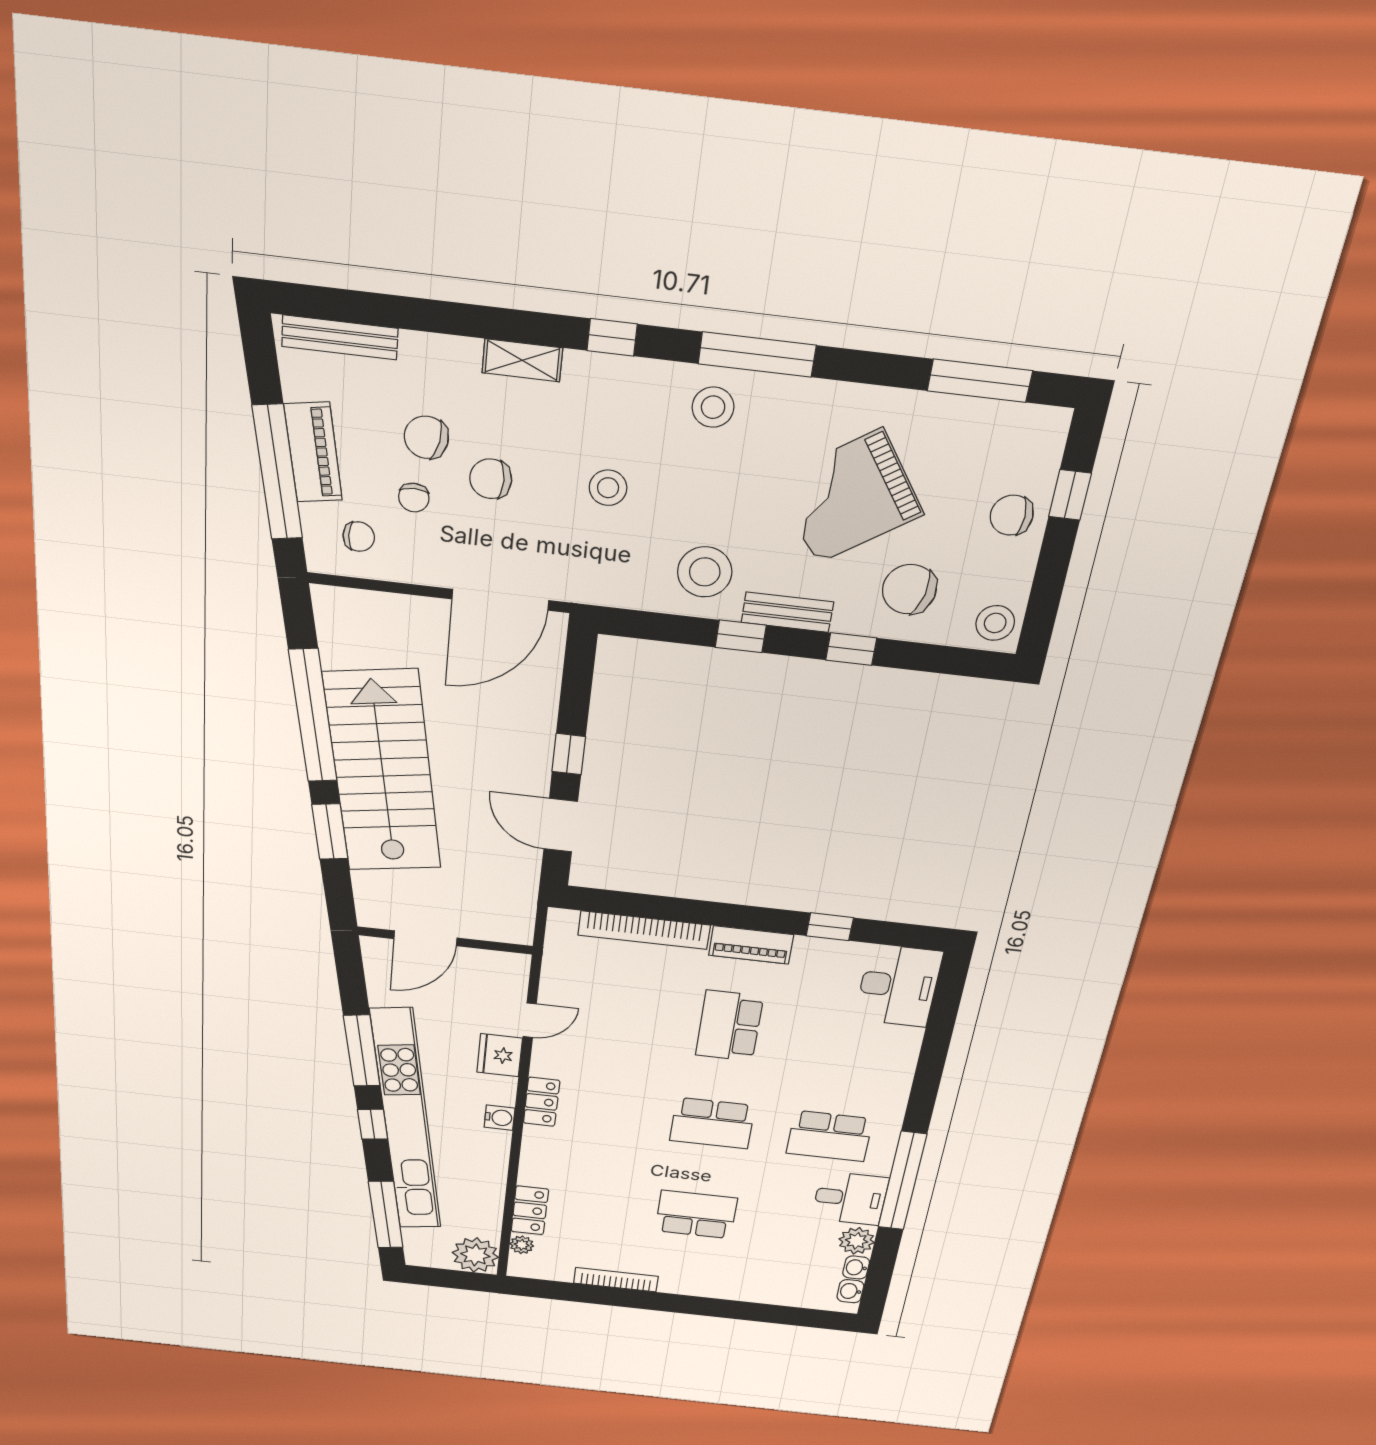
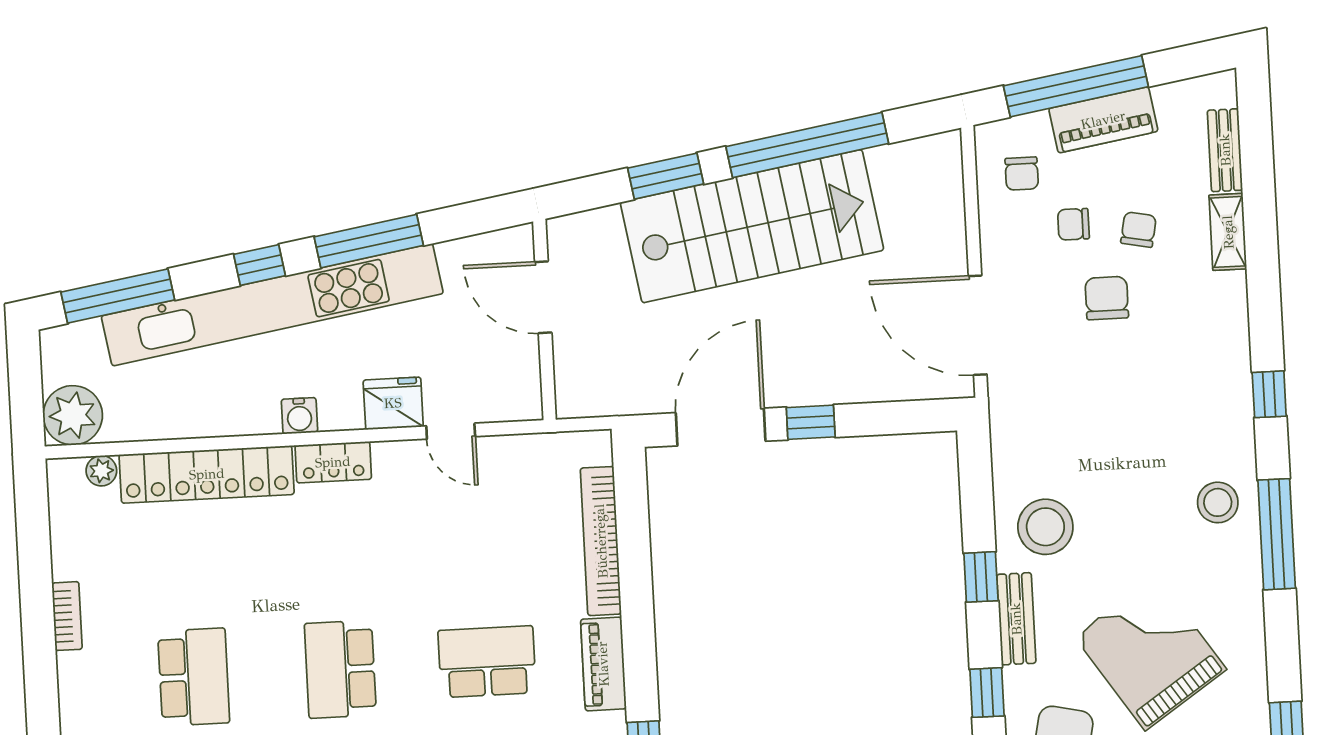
bench: (340, 337) -> (1225, 150), width x0.73
shelving: (522, 360) -> (1228, 232), moved
chair: (426, 437) -> (1139, 230), width x0.73, depth x0.73
stool: (608, 488) -> (1118, 415), removed
door: (561, 825) -> (721, 427), width x1.36
locker: (530, 1210) -> (207, 474), width x2.16, depth x1.21
bookcase: (616, 1280) -> (67, 616), width x0.64

